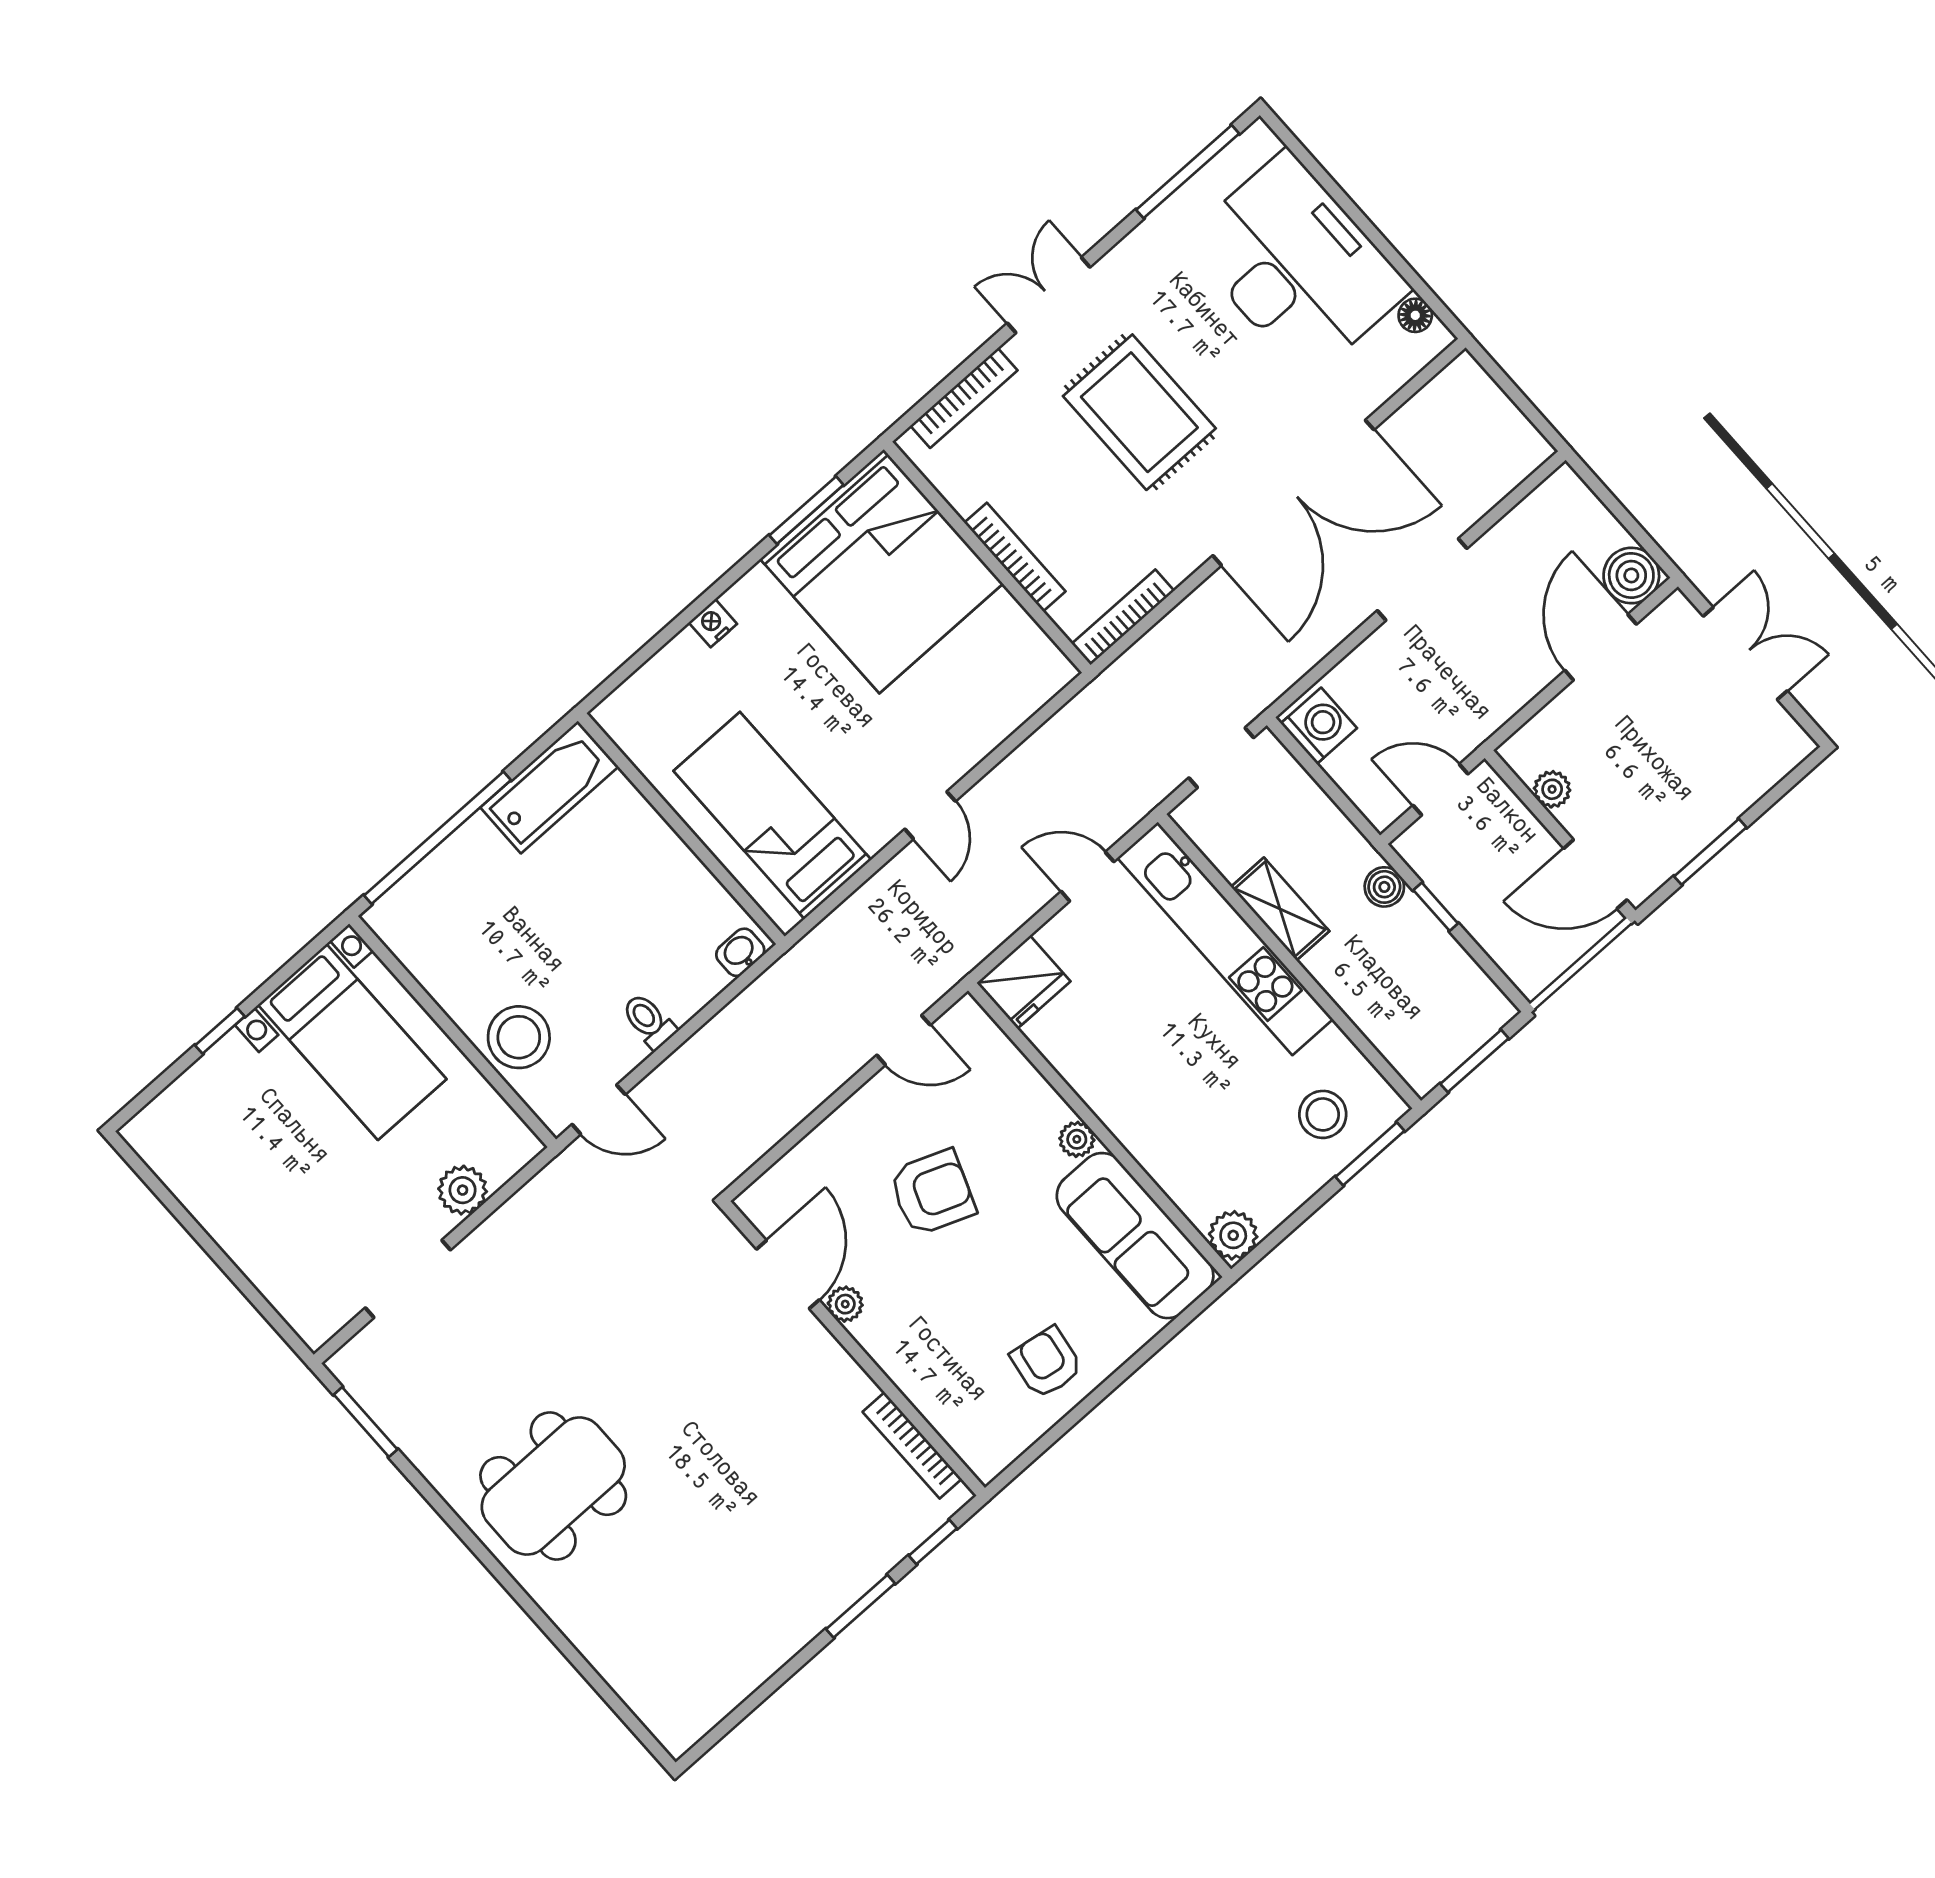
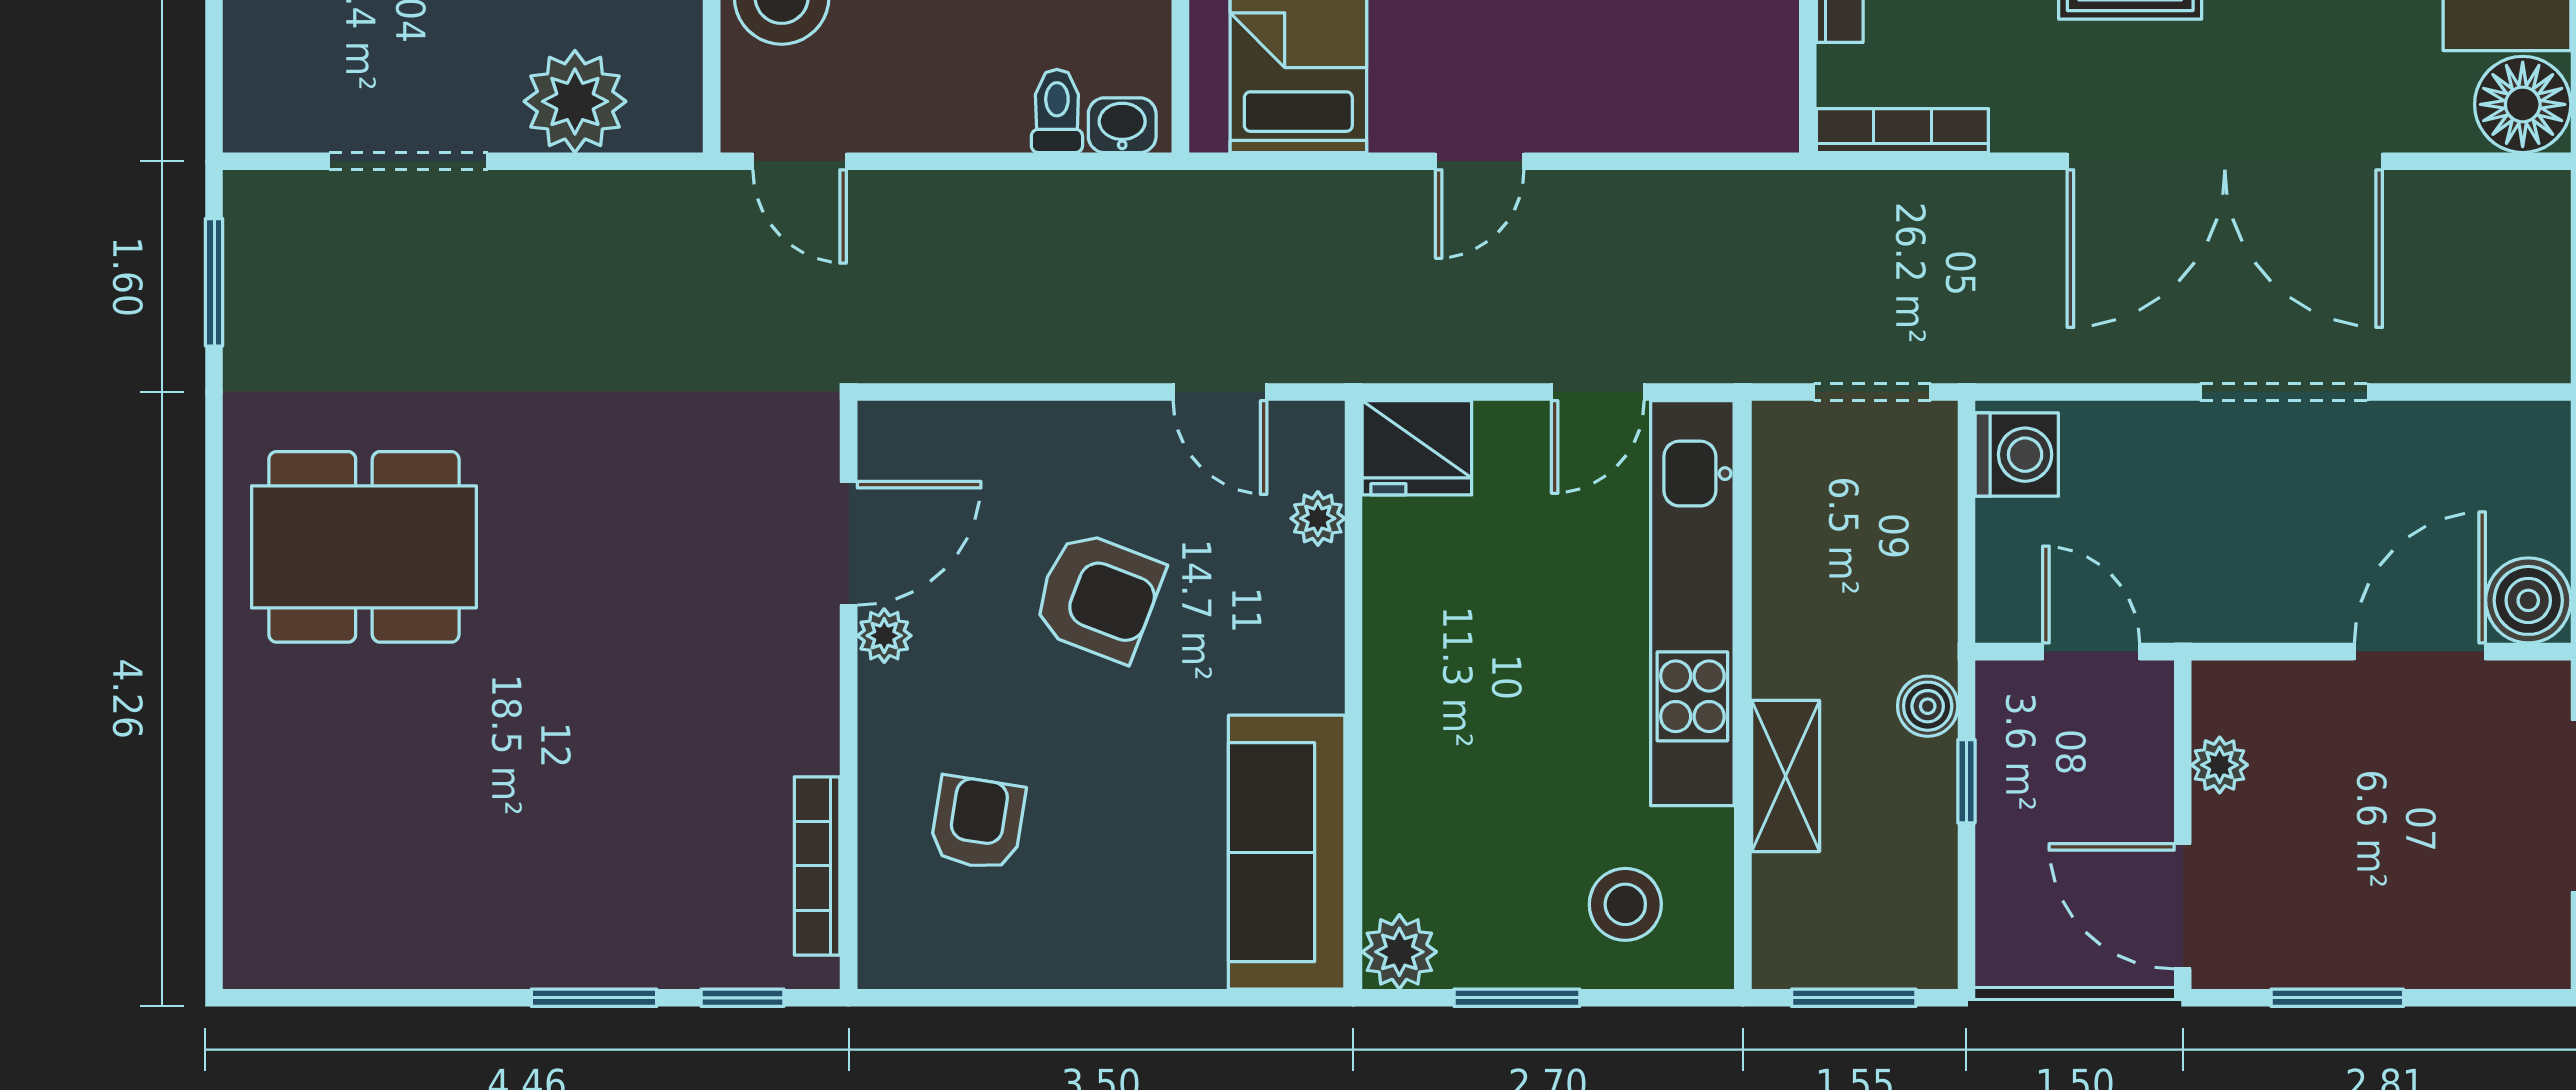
floor lamp: (1415, 315) -> (2523, 104), width x1.89, depth x1.89
door: (1088, 877) -> (1598, 392), swing flipped
shelving: (1280, 909) -> (1786, 776), moved
toilet: (649, 1021) -> (1057, 111), moved
plant: (1077, 1139) -> (1318, 518), moved
window: (1370, 1154) -> (1517, 998), moved
plant: (463, 1190) -> (575, 101), width x1.36, depth x1.36
armchair: (1047, 1363) -> (978, 823), moved

